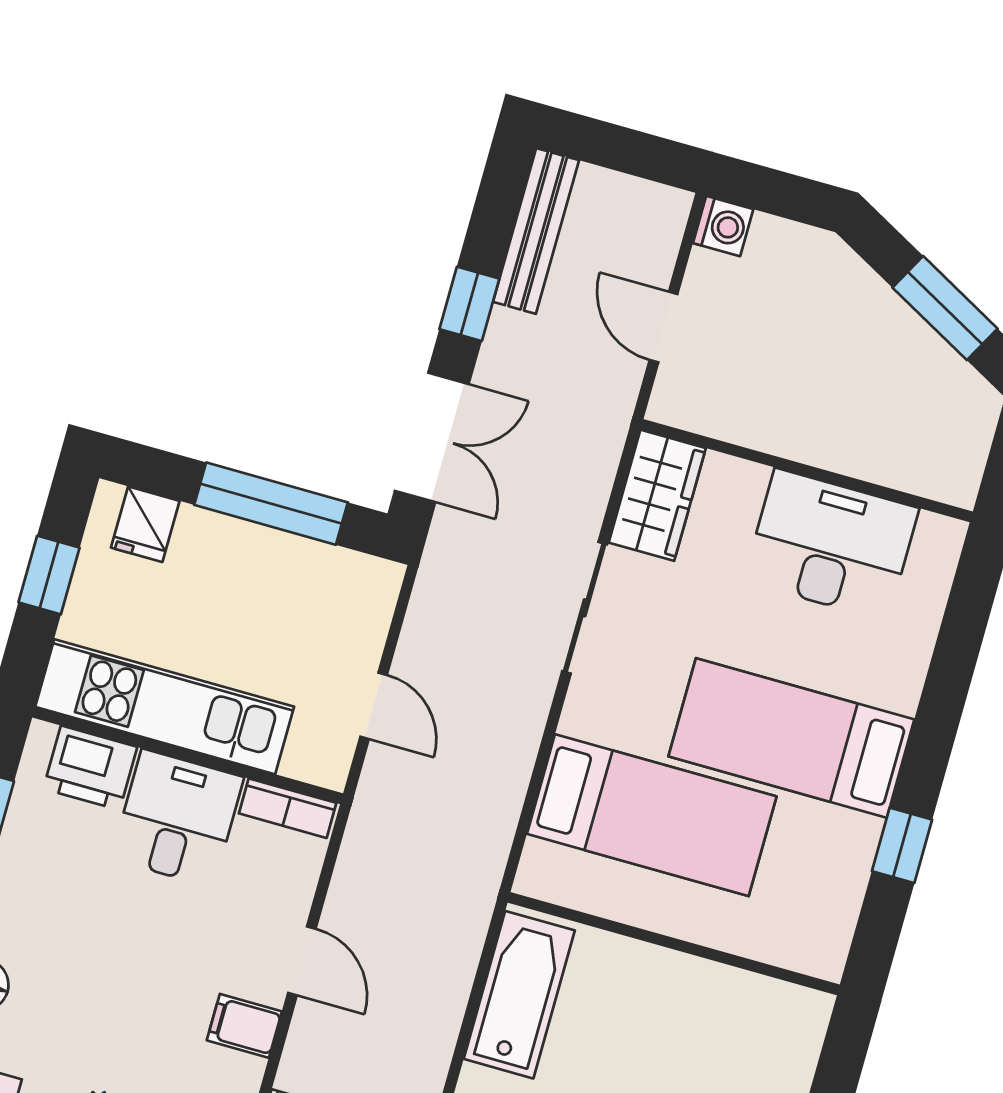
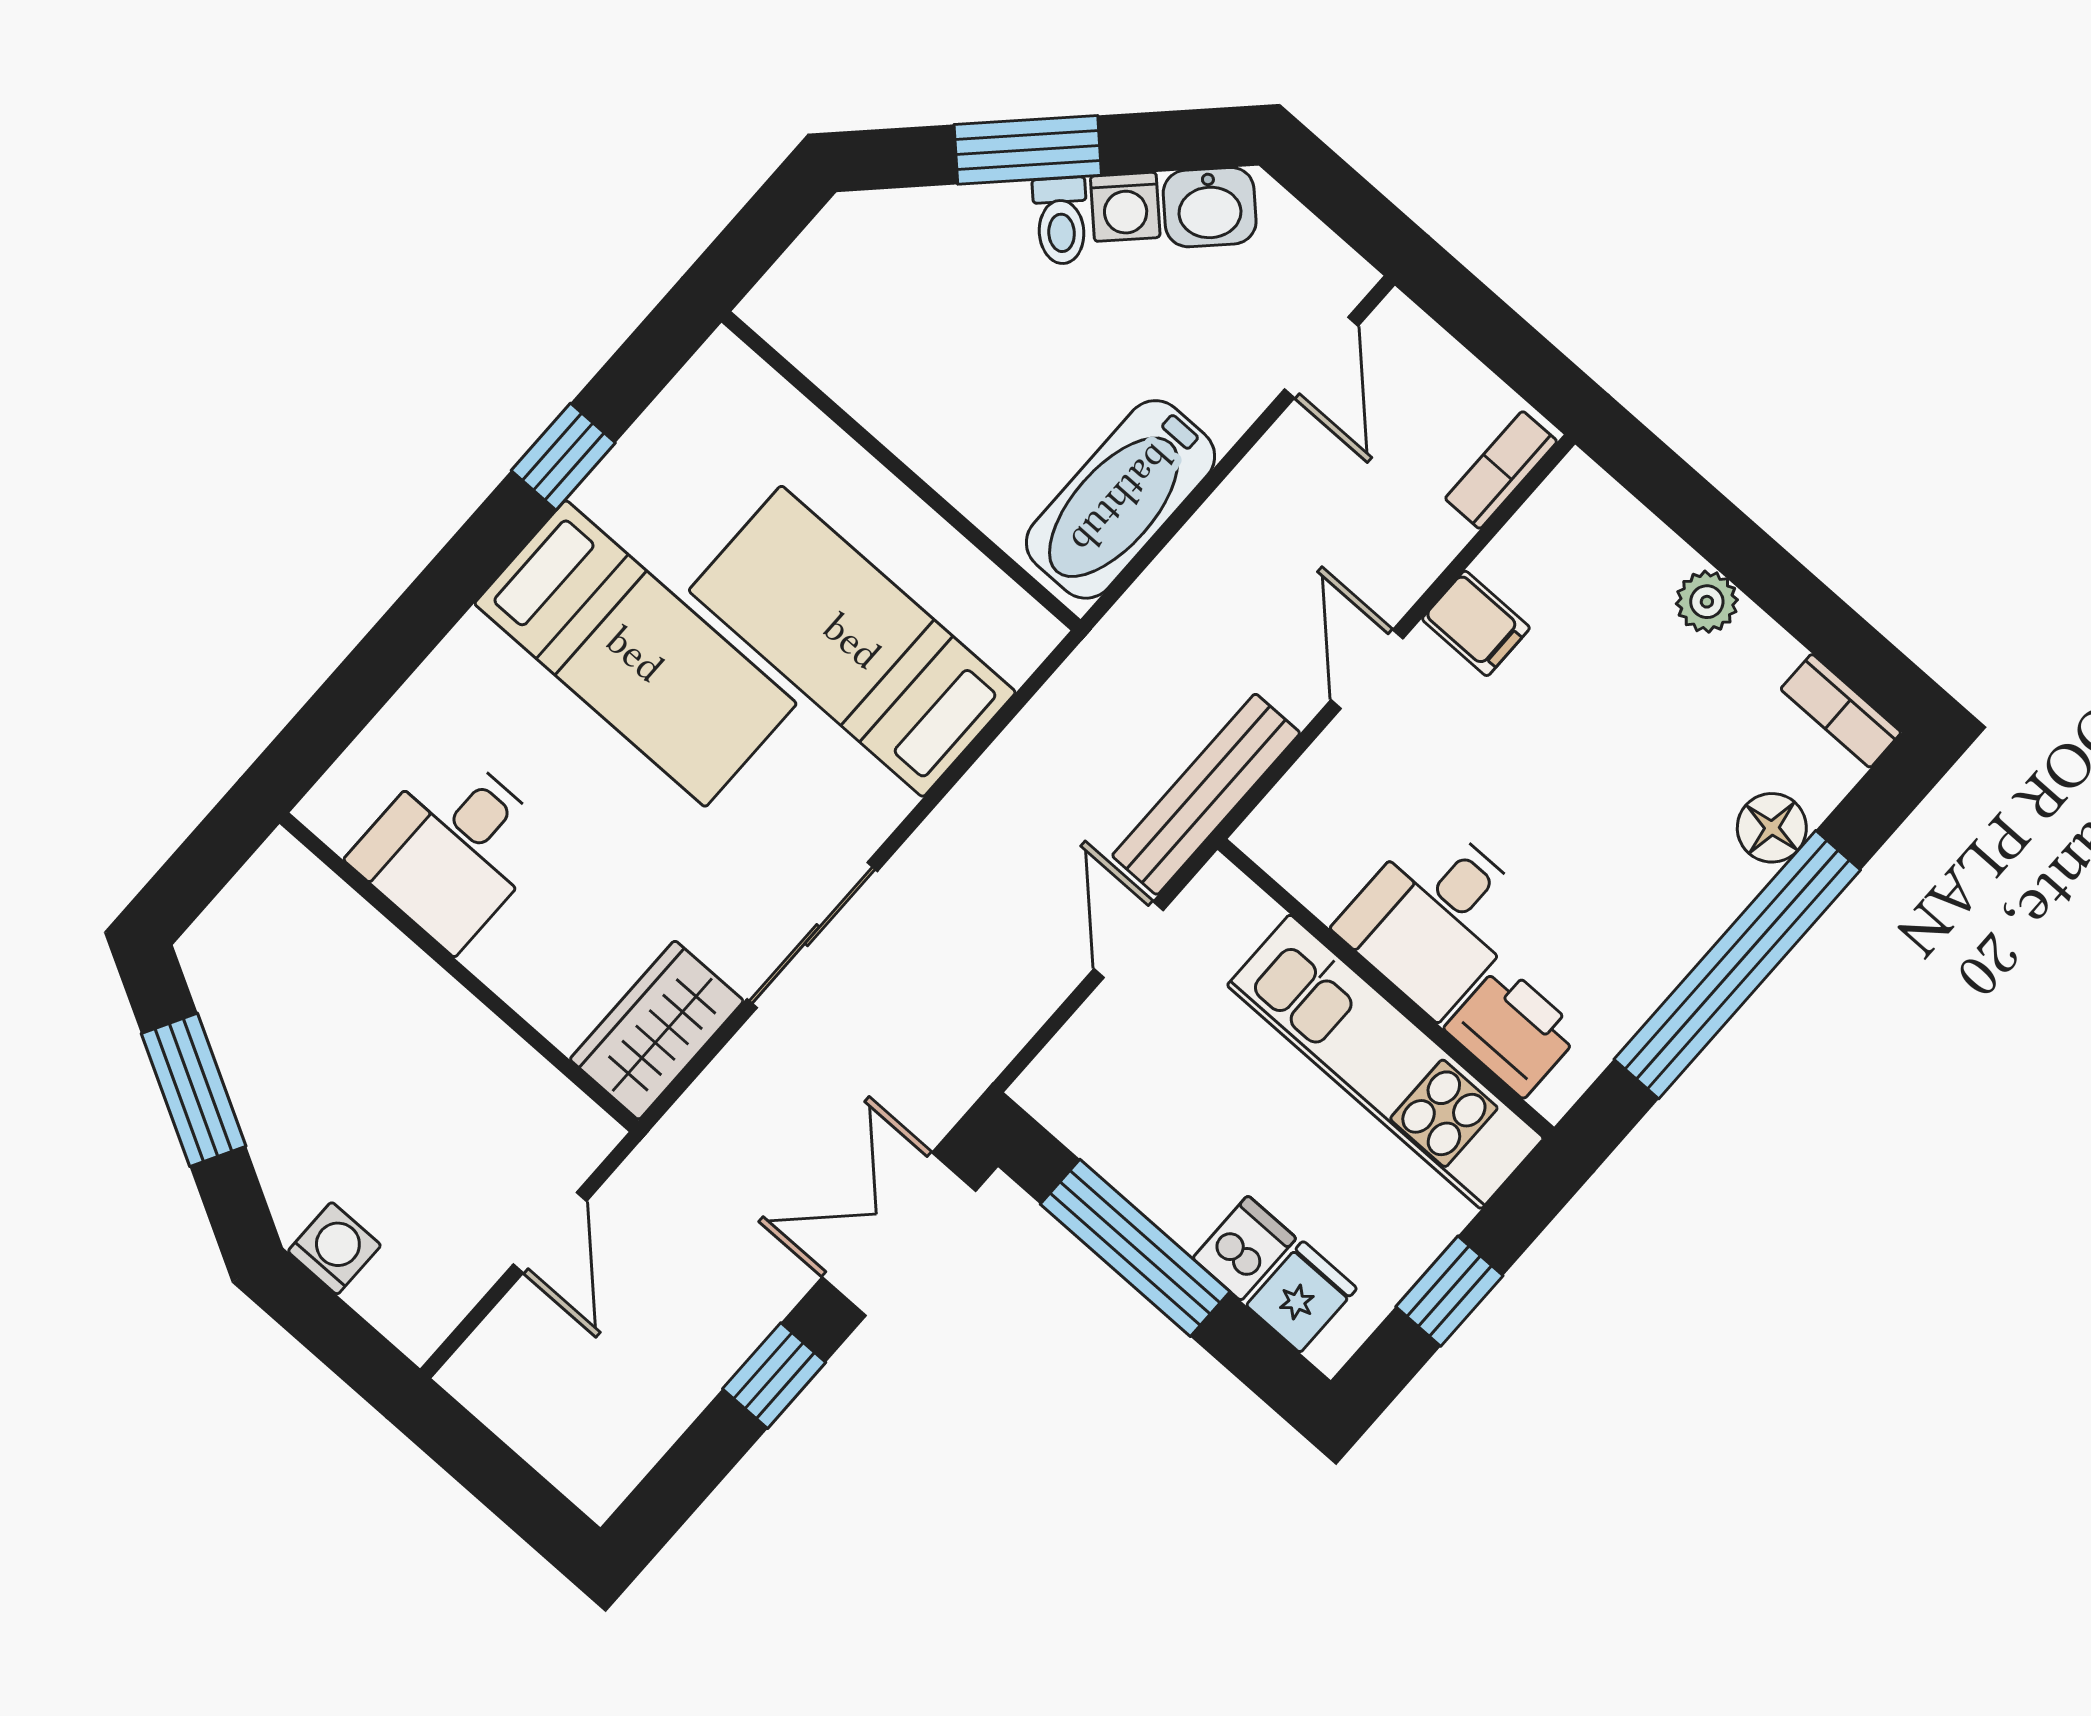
washing machine: (723, 226) -> (334, 1248), moved, turned 90
bench: (536, 231) -> (1206, 794), moved
dishwasher: (198, 538) -> (1244, 1248), added
desk: (831, 545) -> (452, 849), width x0.73
bookcase: (288, 808) -> (1294, 865), removed

